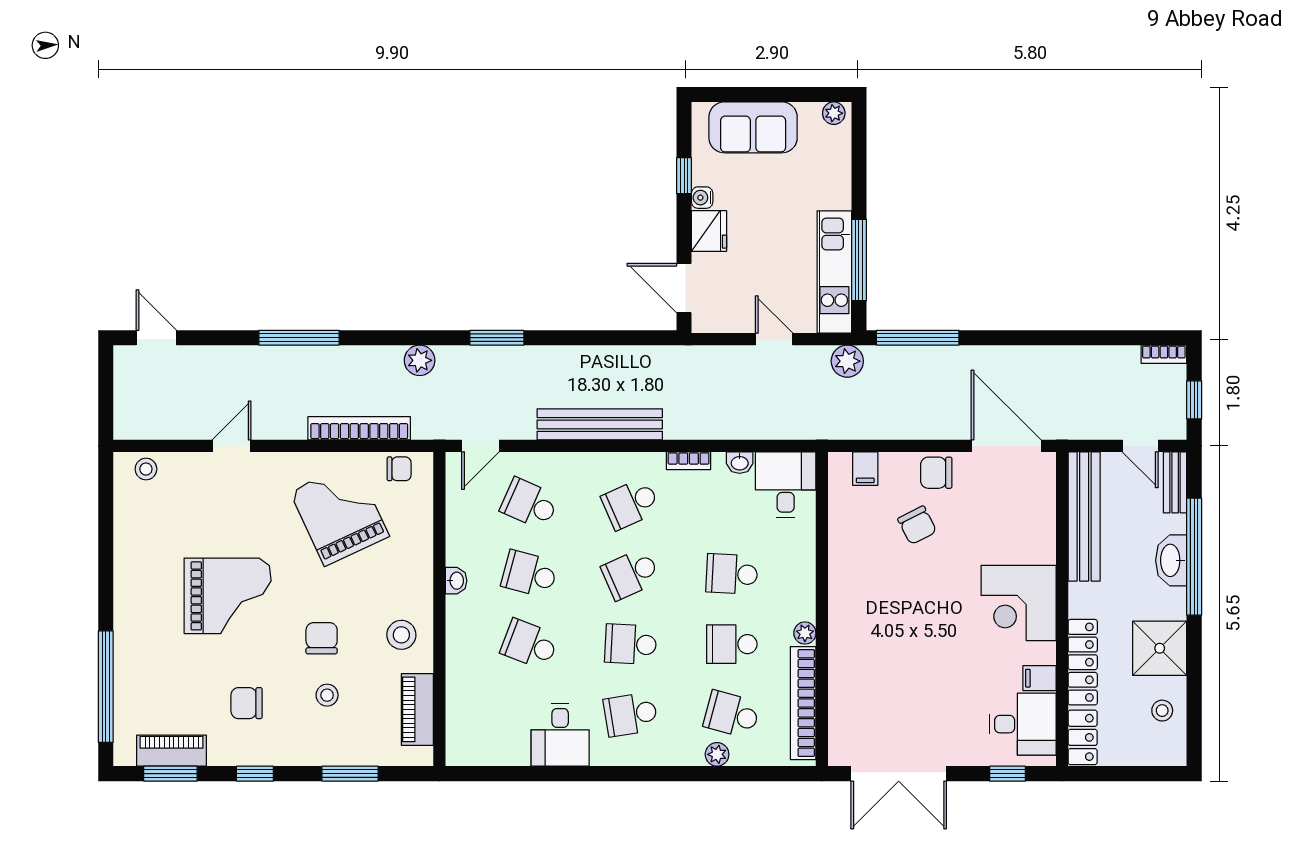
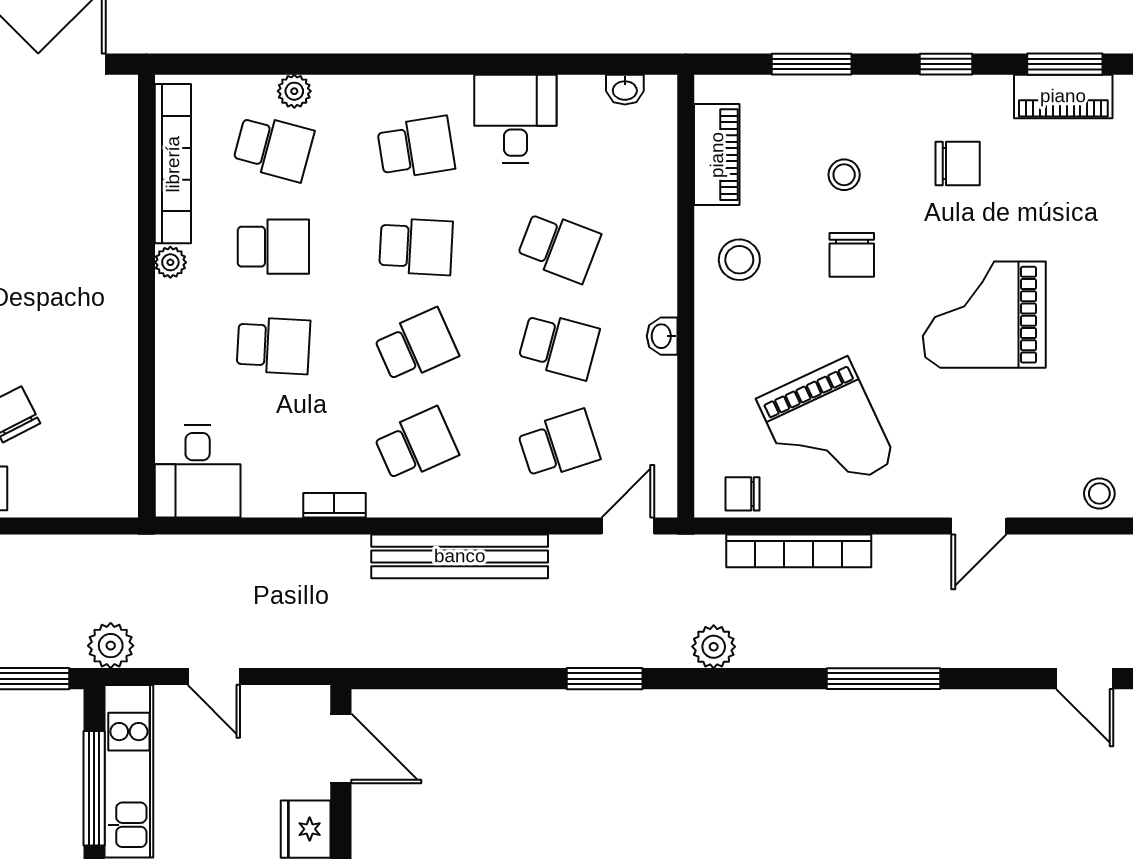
washbasin: (740, 463) -> (625, 90), moved, turned 180
filing cabinet: (865, 469) -> (85, 494), removed
school desk: (529, 504) -> (559, 445), turned -42

